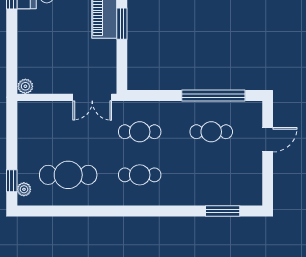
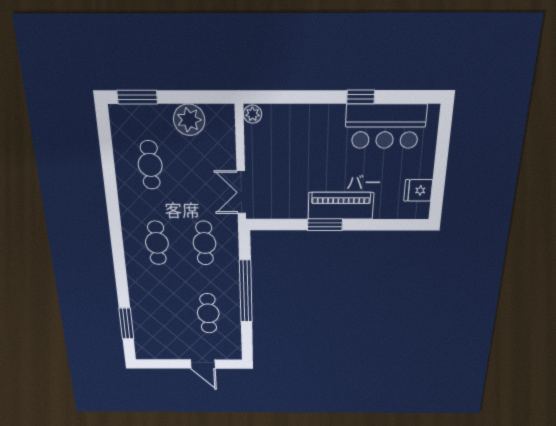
window: (213, 96) -> (246, 291), moved
cafe table: (68, 175) -> (150, 165), width x0.73, depth x0.74
window: (12, 181) -> (137, 97), width x1.50
plant: (24, 189) -> (189, 120), moved, width x1.88, depth x1.88

